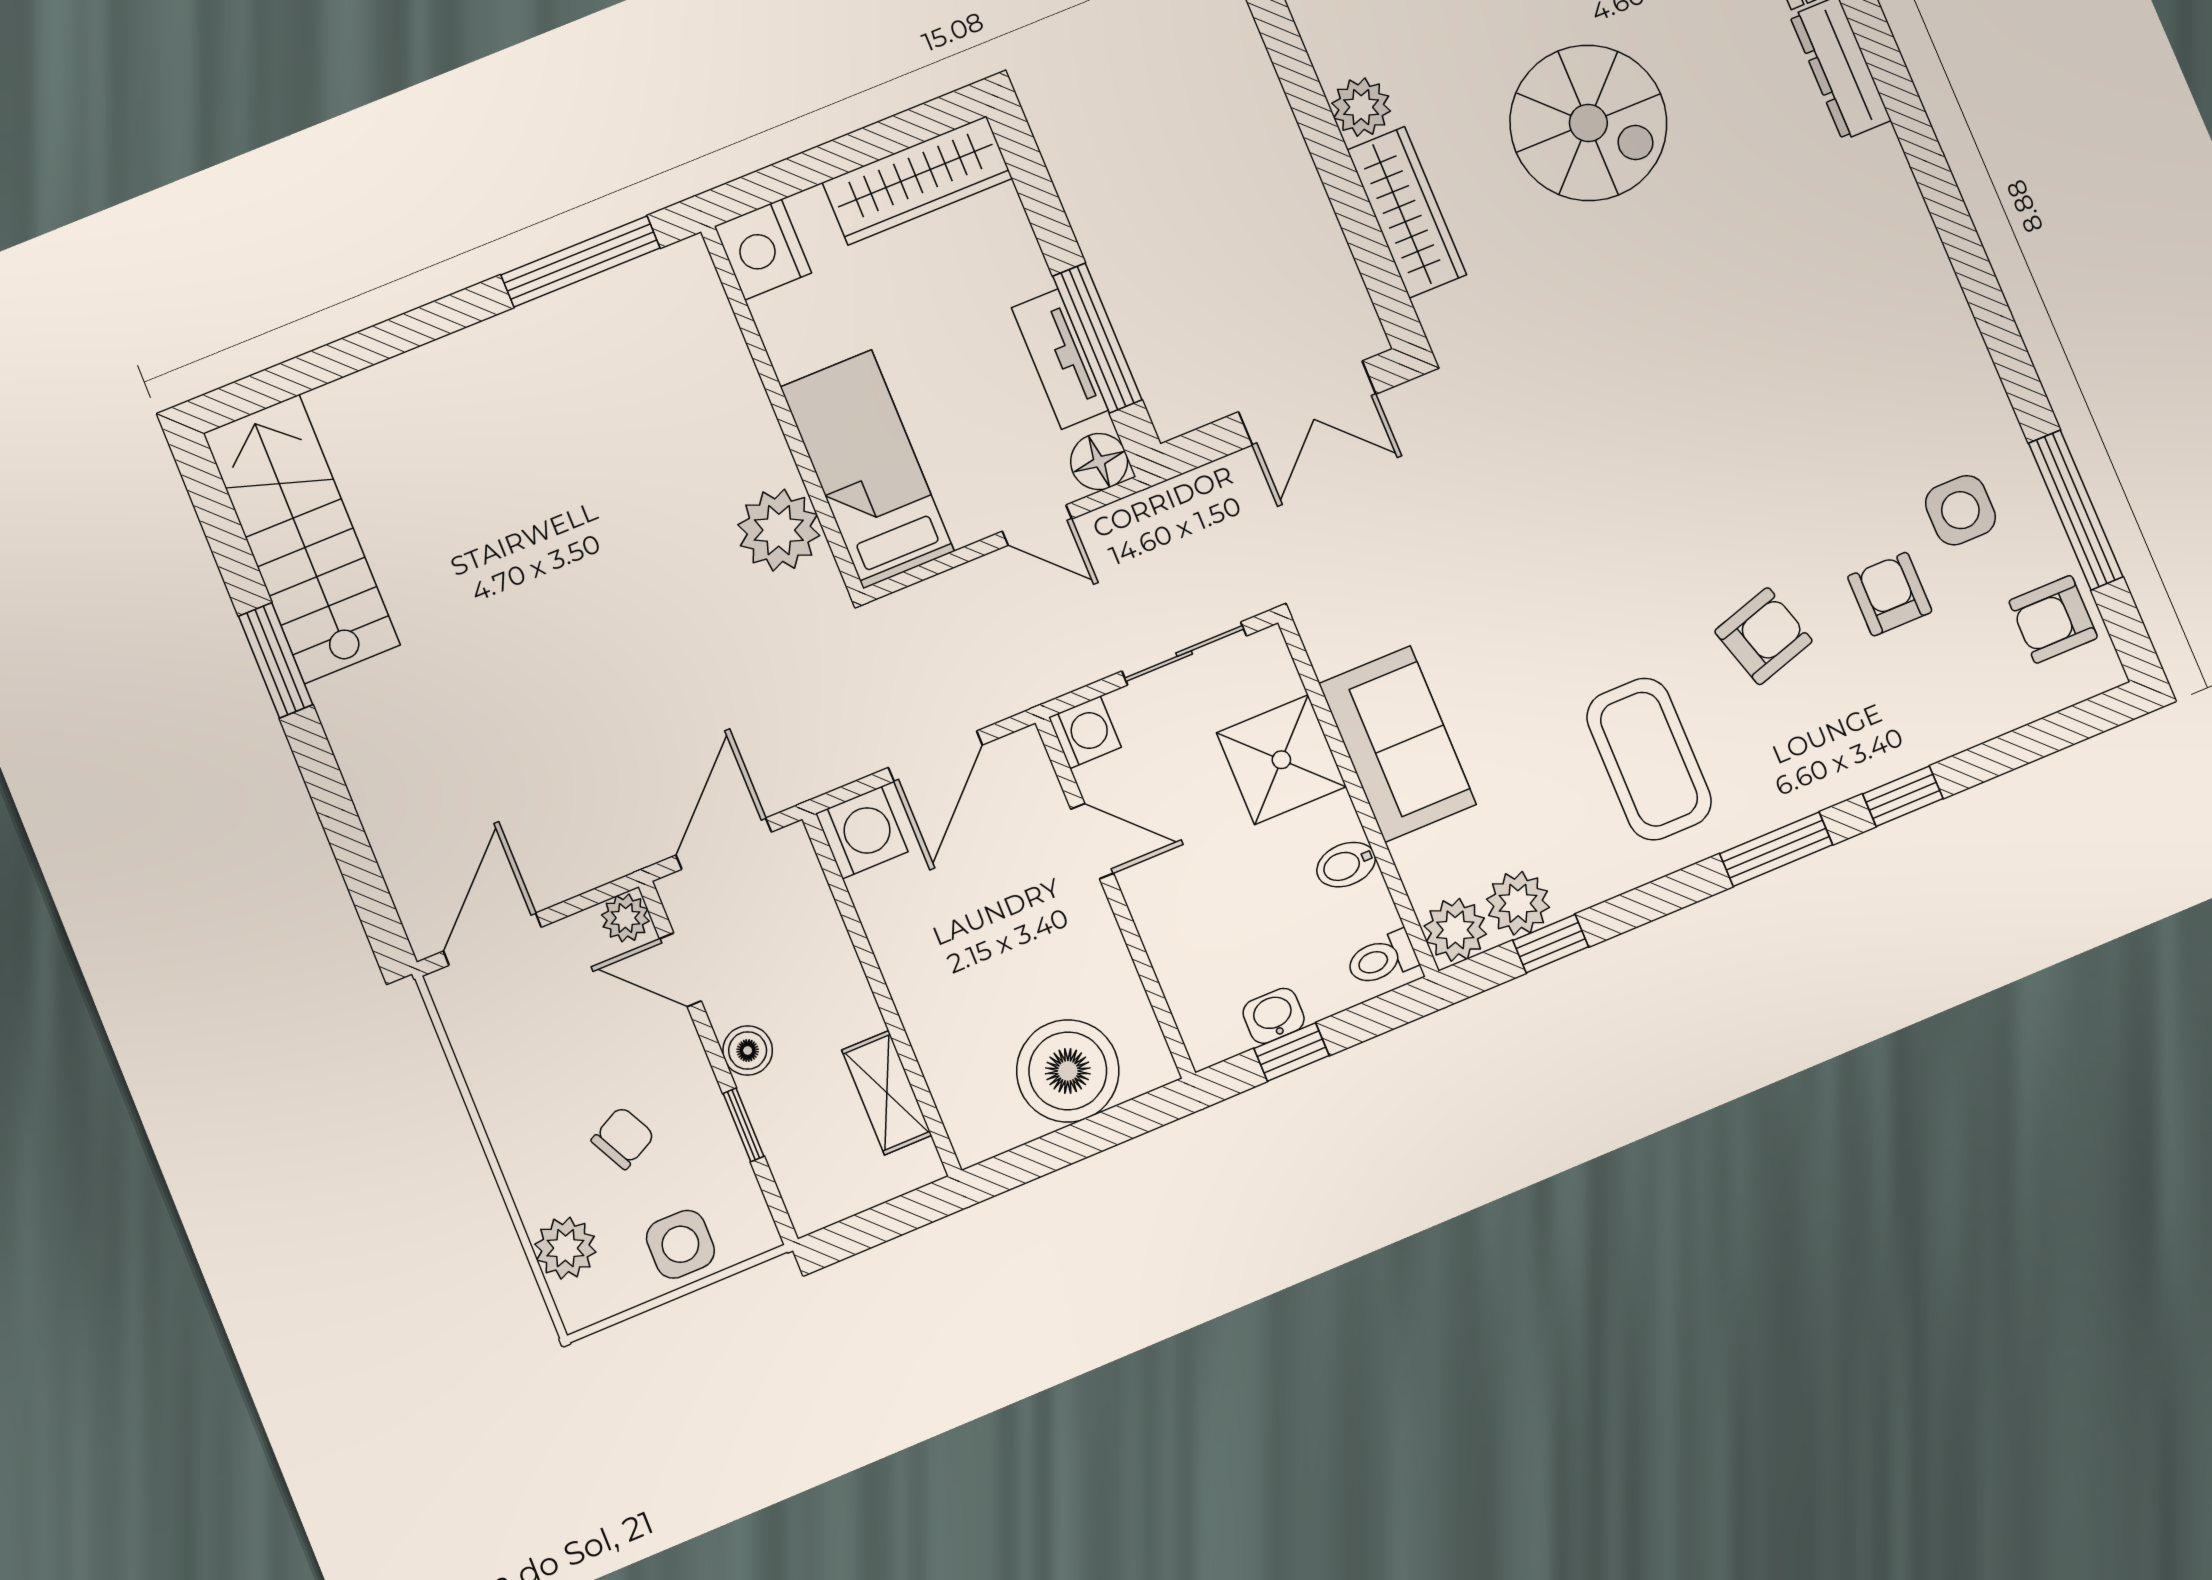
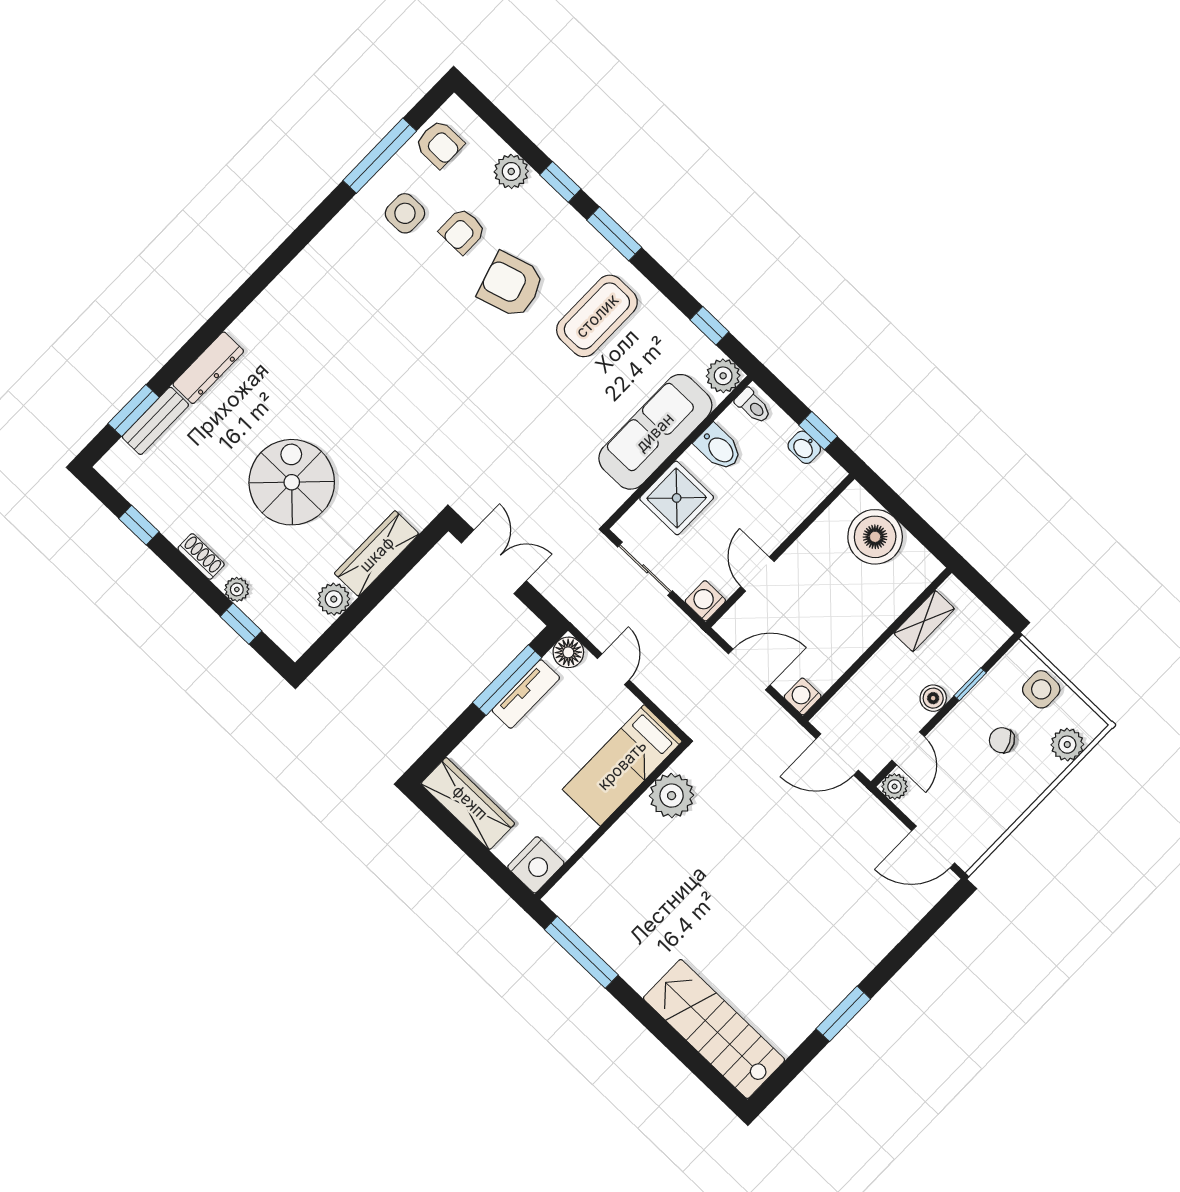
stairs: (302, 539) -> (714, 1029), moved, turned 90
armchair: (1763, 636) -> (511, 285), width x1.38, depth x1.38
sofa: (1398, 744) -> (655, 432), width x1.36
washing machine: (862, 833) -> (803, 696), width x0.73, depth x0.73
bidet: (1346, 865) -> (719, 448), width x1.38, depth x1.36
plant: (1518, 903) -> (511, 171), moved

